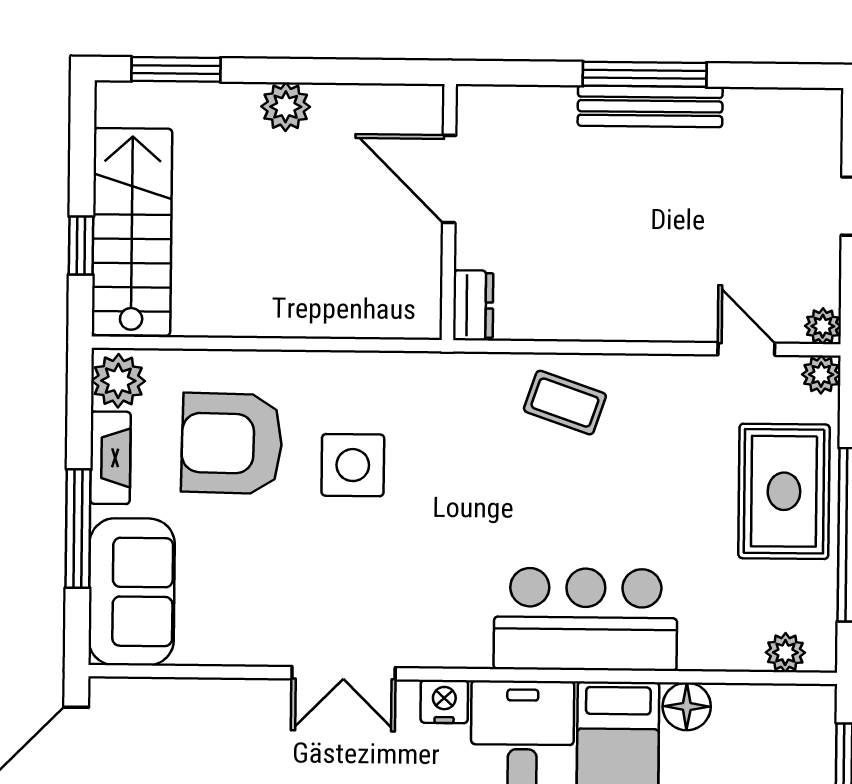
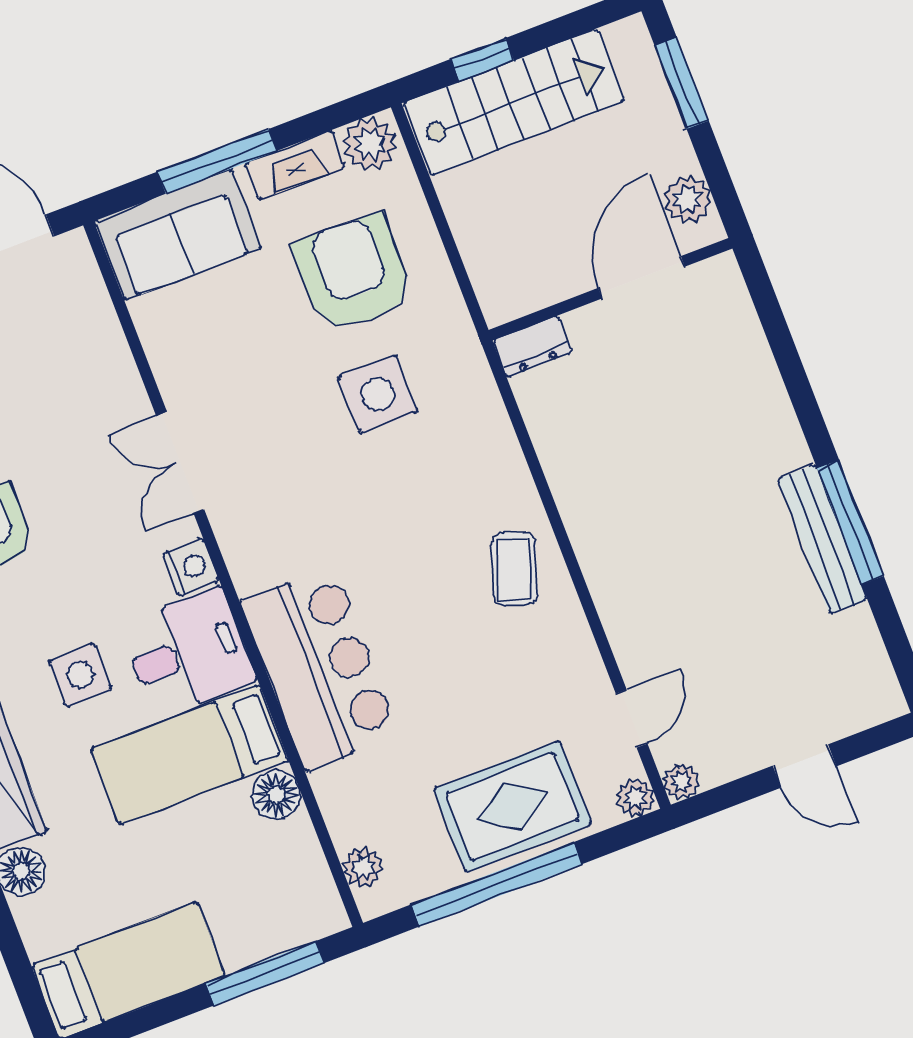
door: (449, 179) -> (641, 277), moved
wall: (449, 212) -> (611, 289), moved
dresser: (473, 305) -> (533, 346), moved

